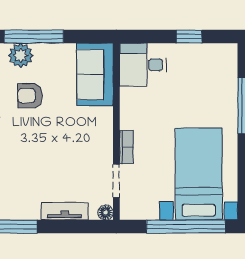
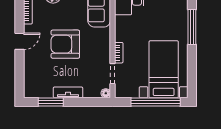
armchair: (30, 96) -> (65, 44), moved, width x1.88, depth x1.88
tv unit: (65, 211) -> (68, 92), moved

